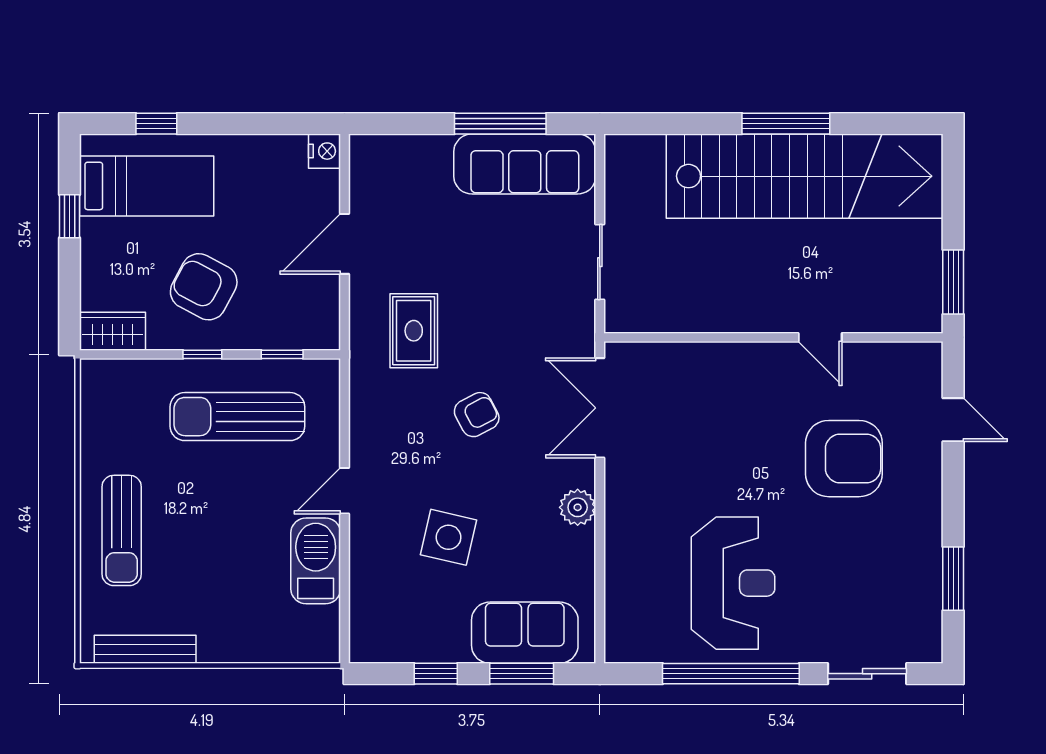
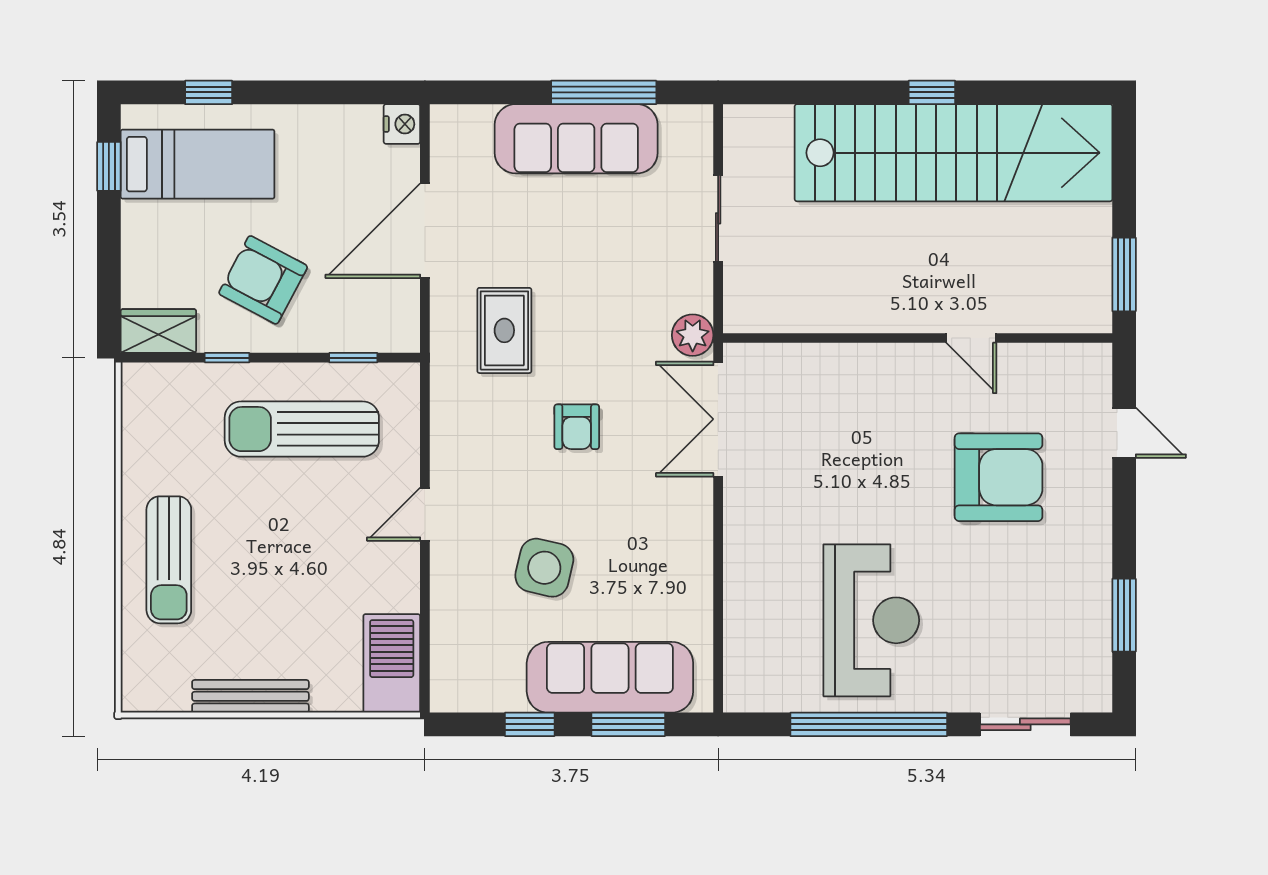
window: (786, 124) -> (932, 92), width x0.46
sofa: (525, 164) -> (576, 139), moved
window: (69, 216) -> (109, 166), moved
door: (345, 244) -> (425, 231), width x1.36
sliding door: (600, 262) -> (718, 218), moved
window: (202, 354) -> (227, 358), moved
armchair: (477, 415) -> (577, 427), turned 118
plant: (578, 507) -> (693, 335), moved
barbecue: (316, 561) -> (392, 663), moved
sofa: (525, 633) -> (610, 677), width x1.36
bench: (145, 649) -> (250, 696), moved

